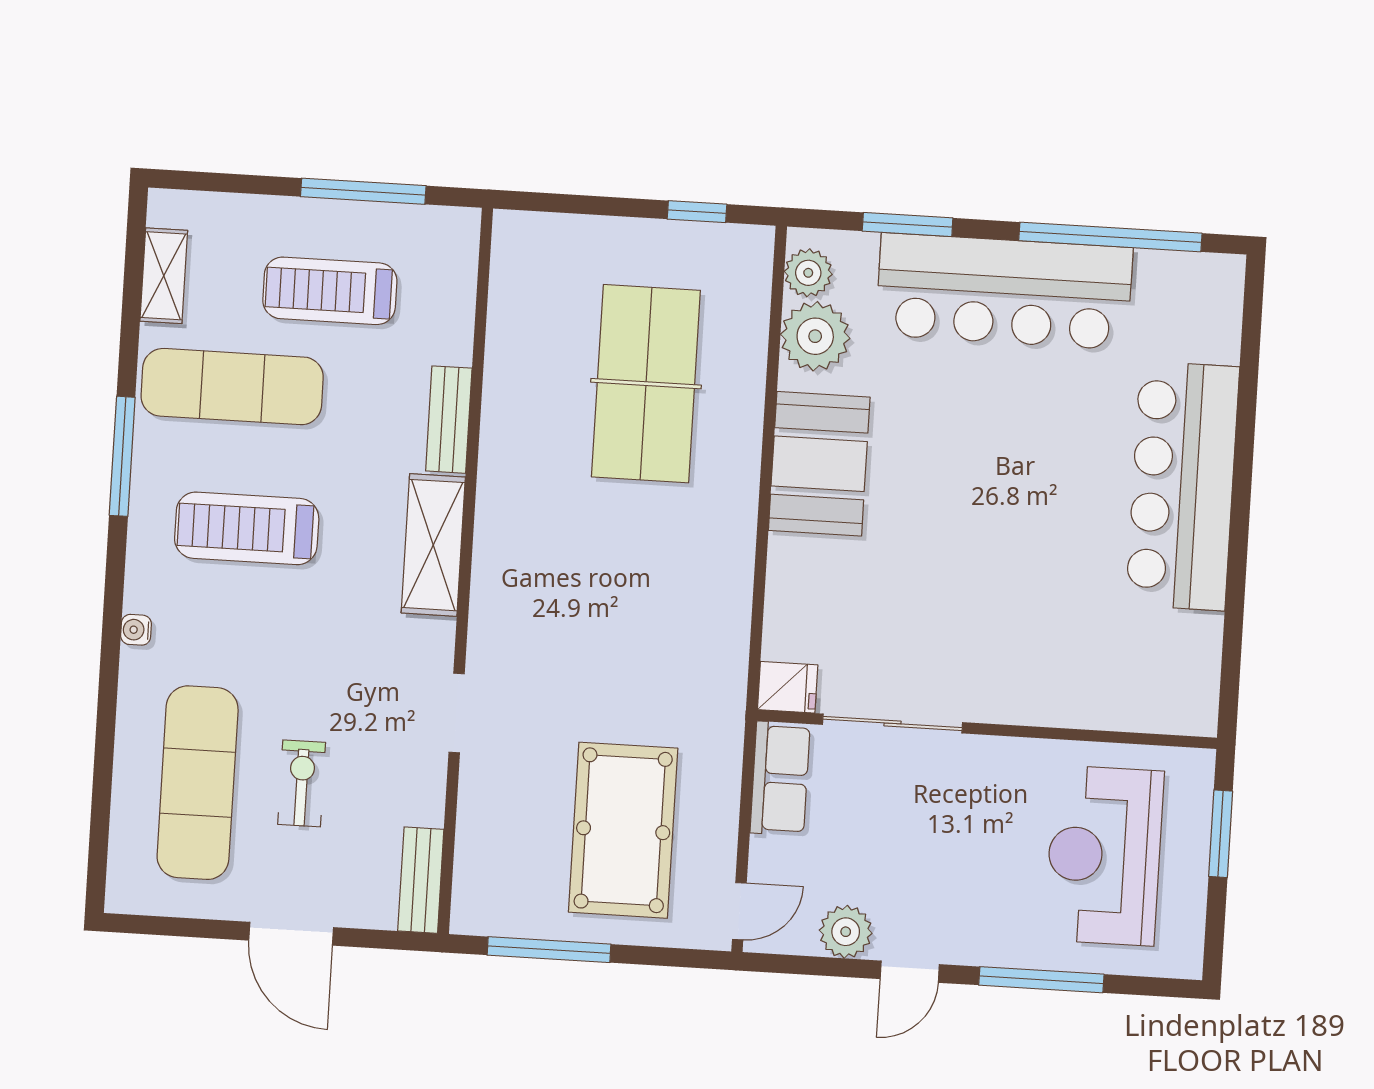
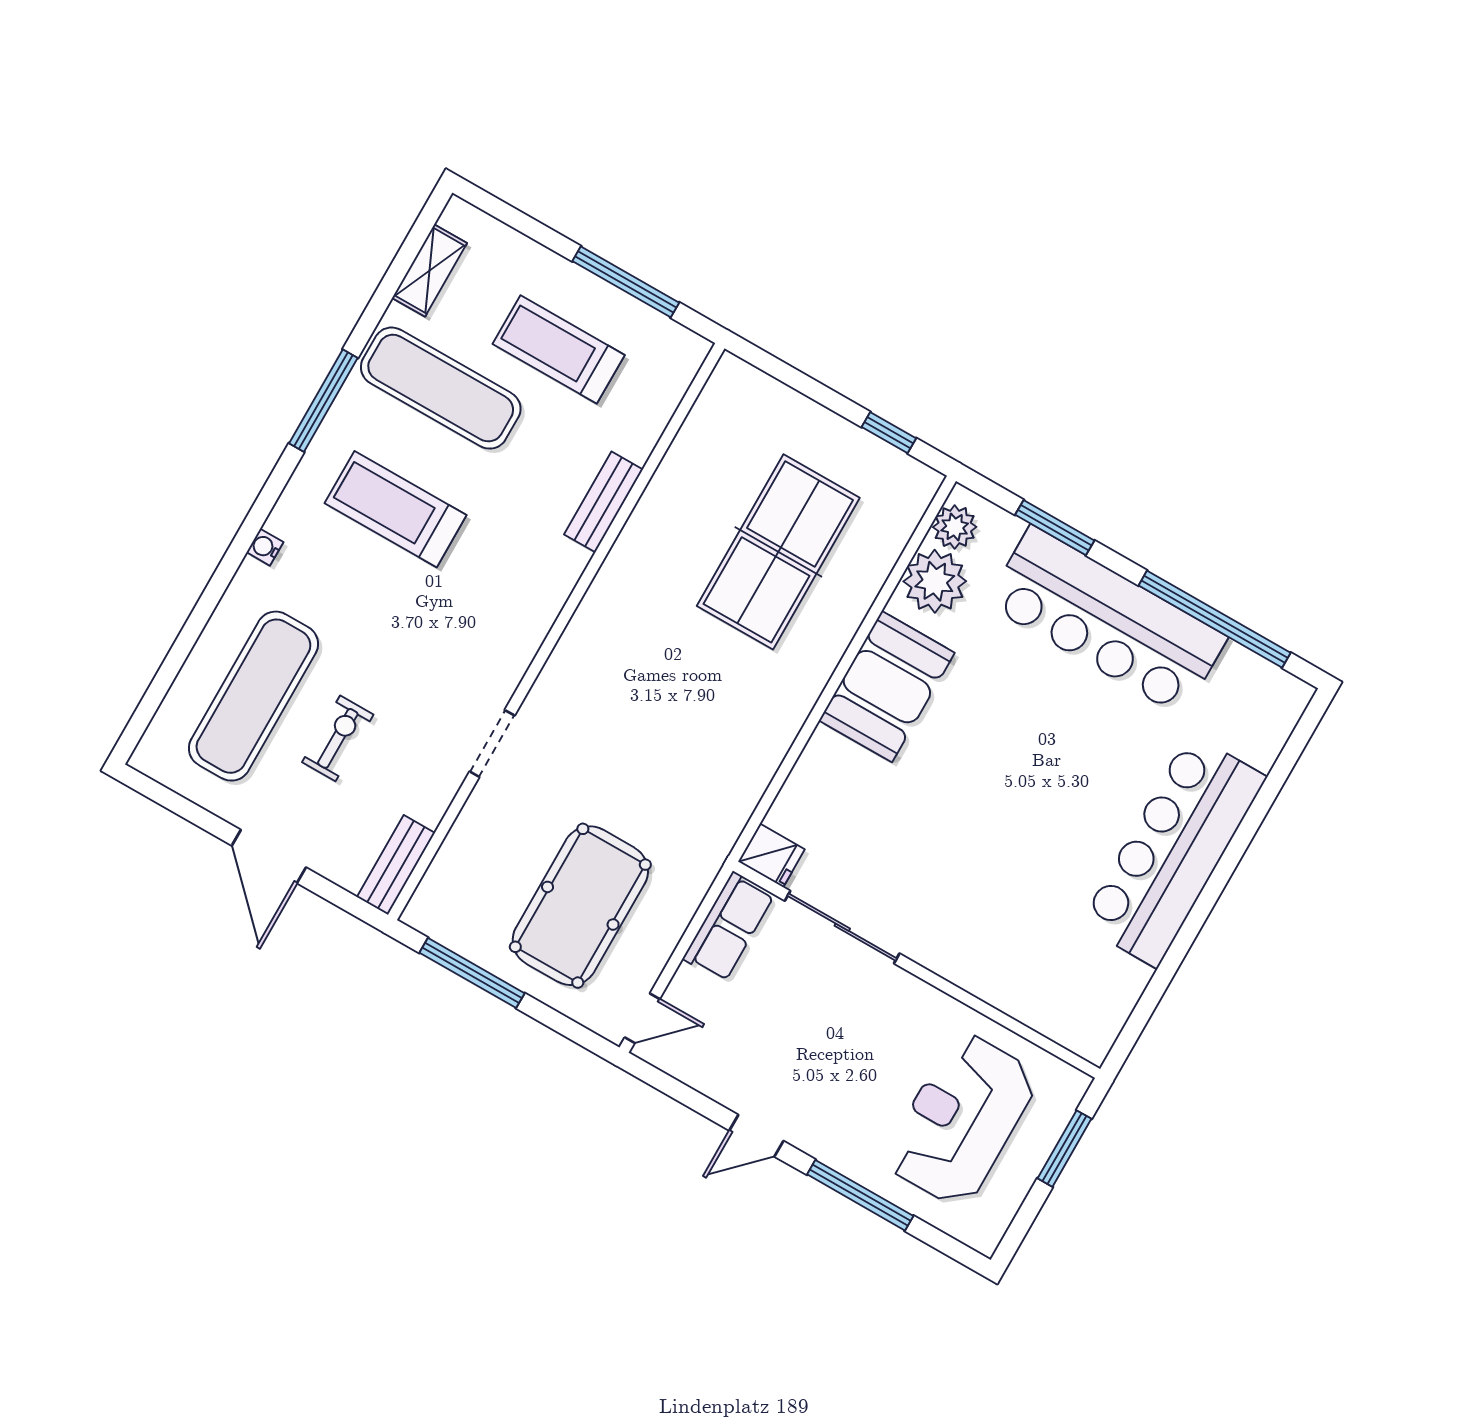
shelving: (433, 545) -> (541, 598), removed
plant: (846, 932) -> (720, 1078), removed

